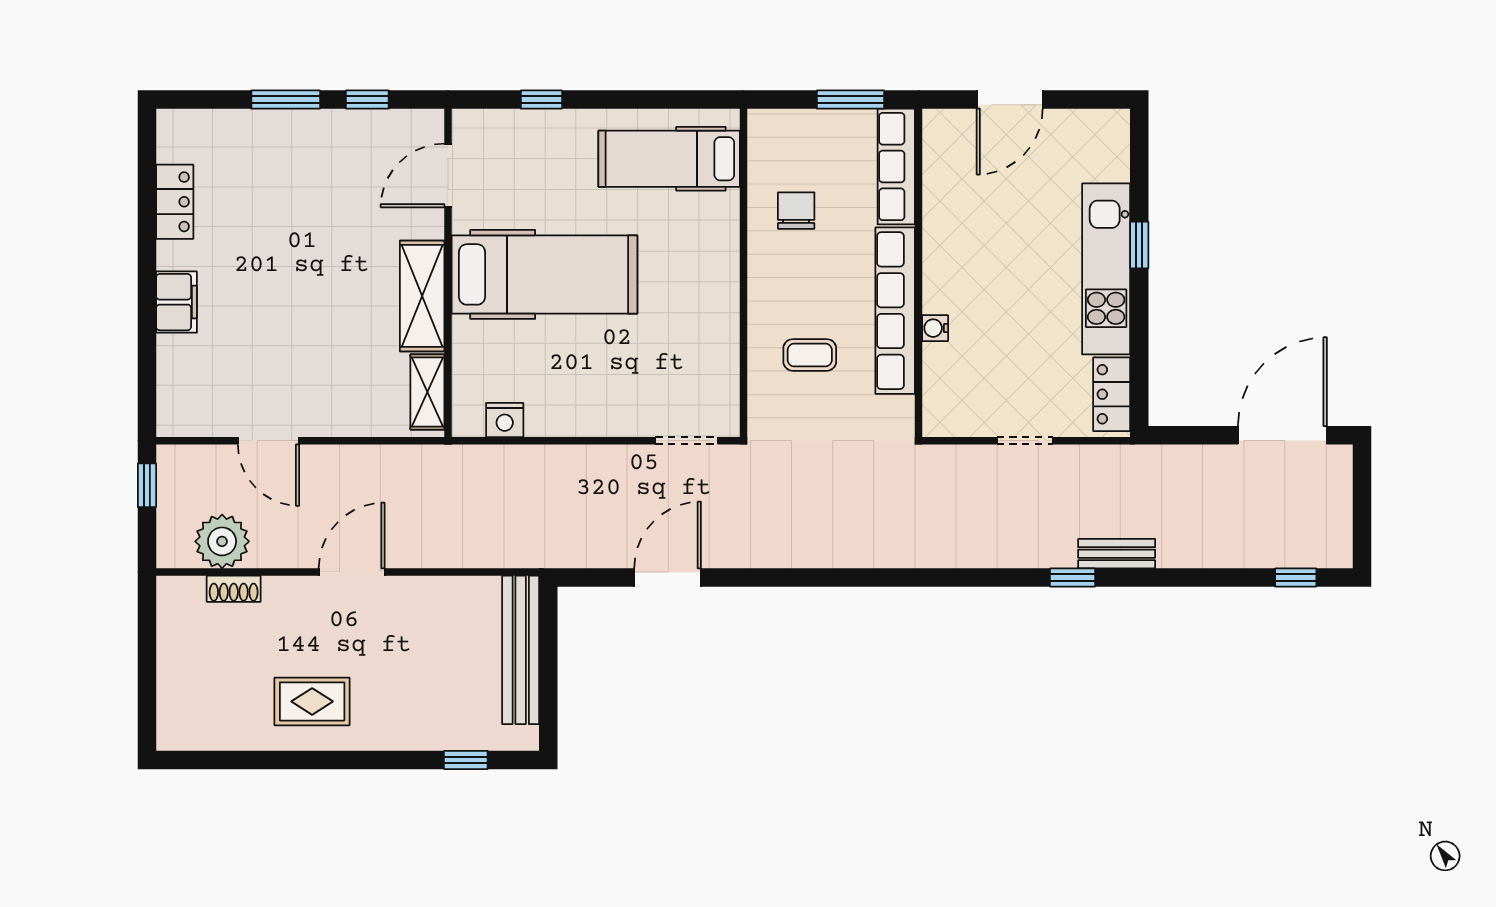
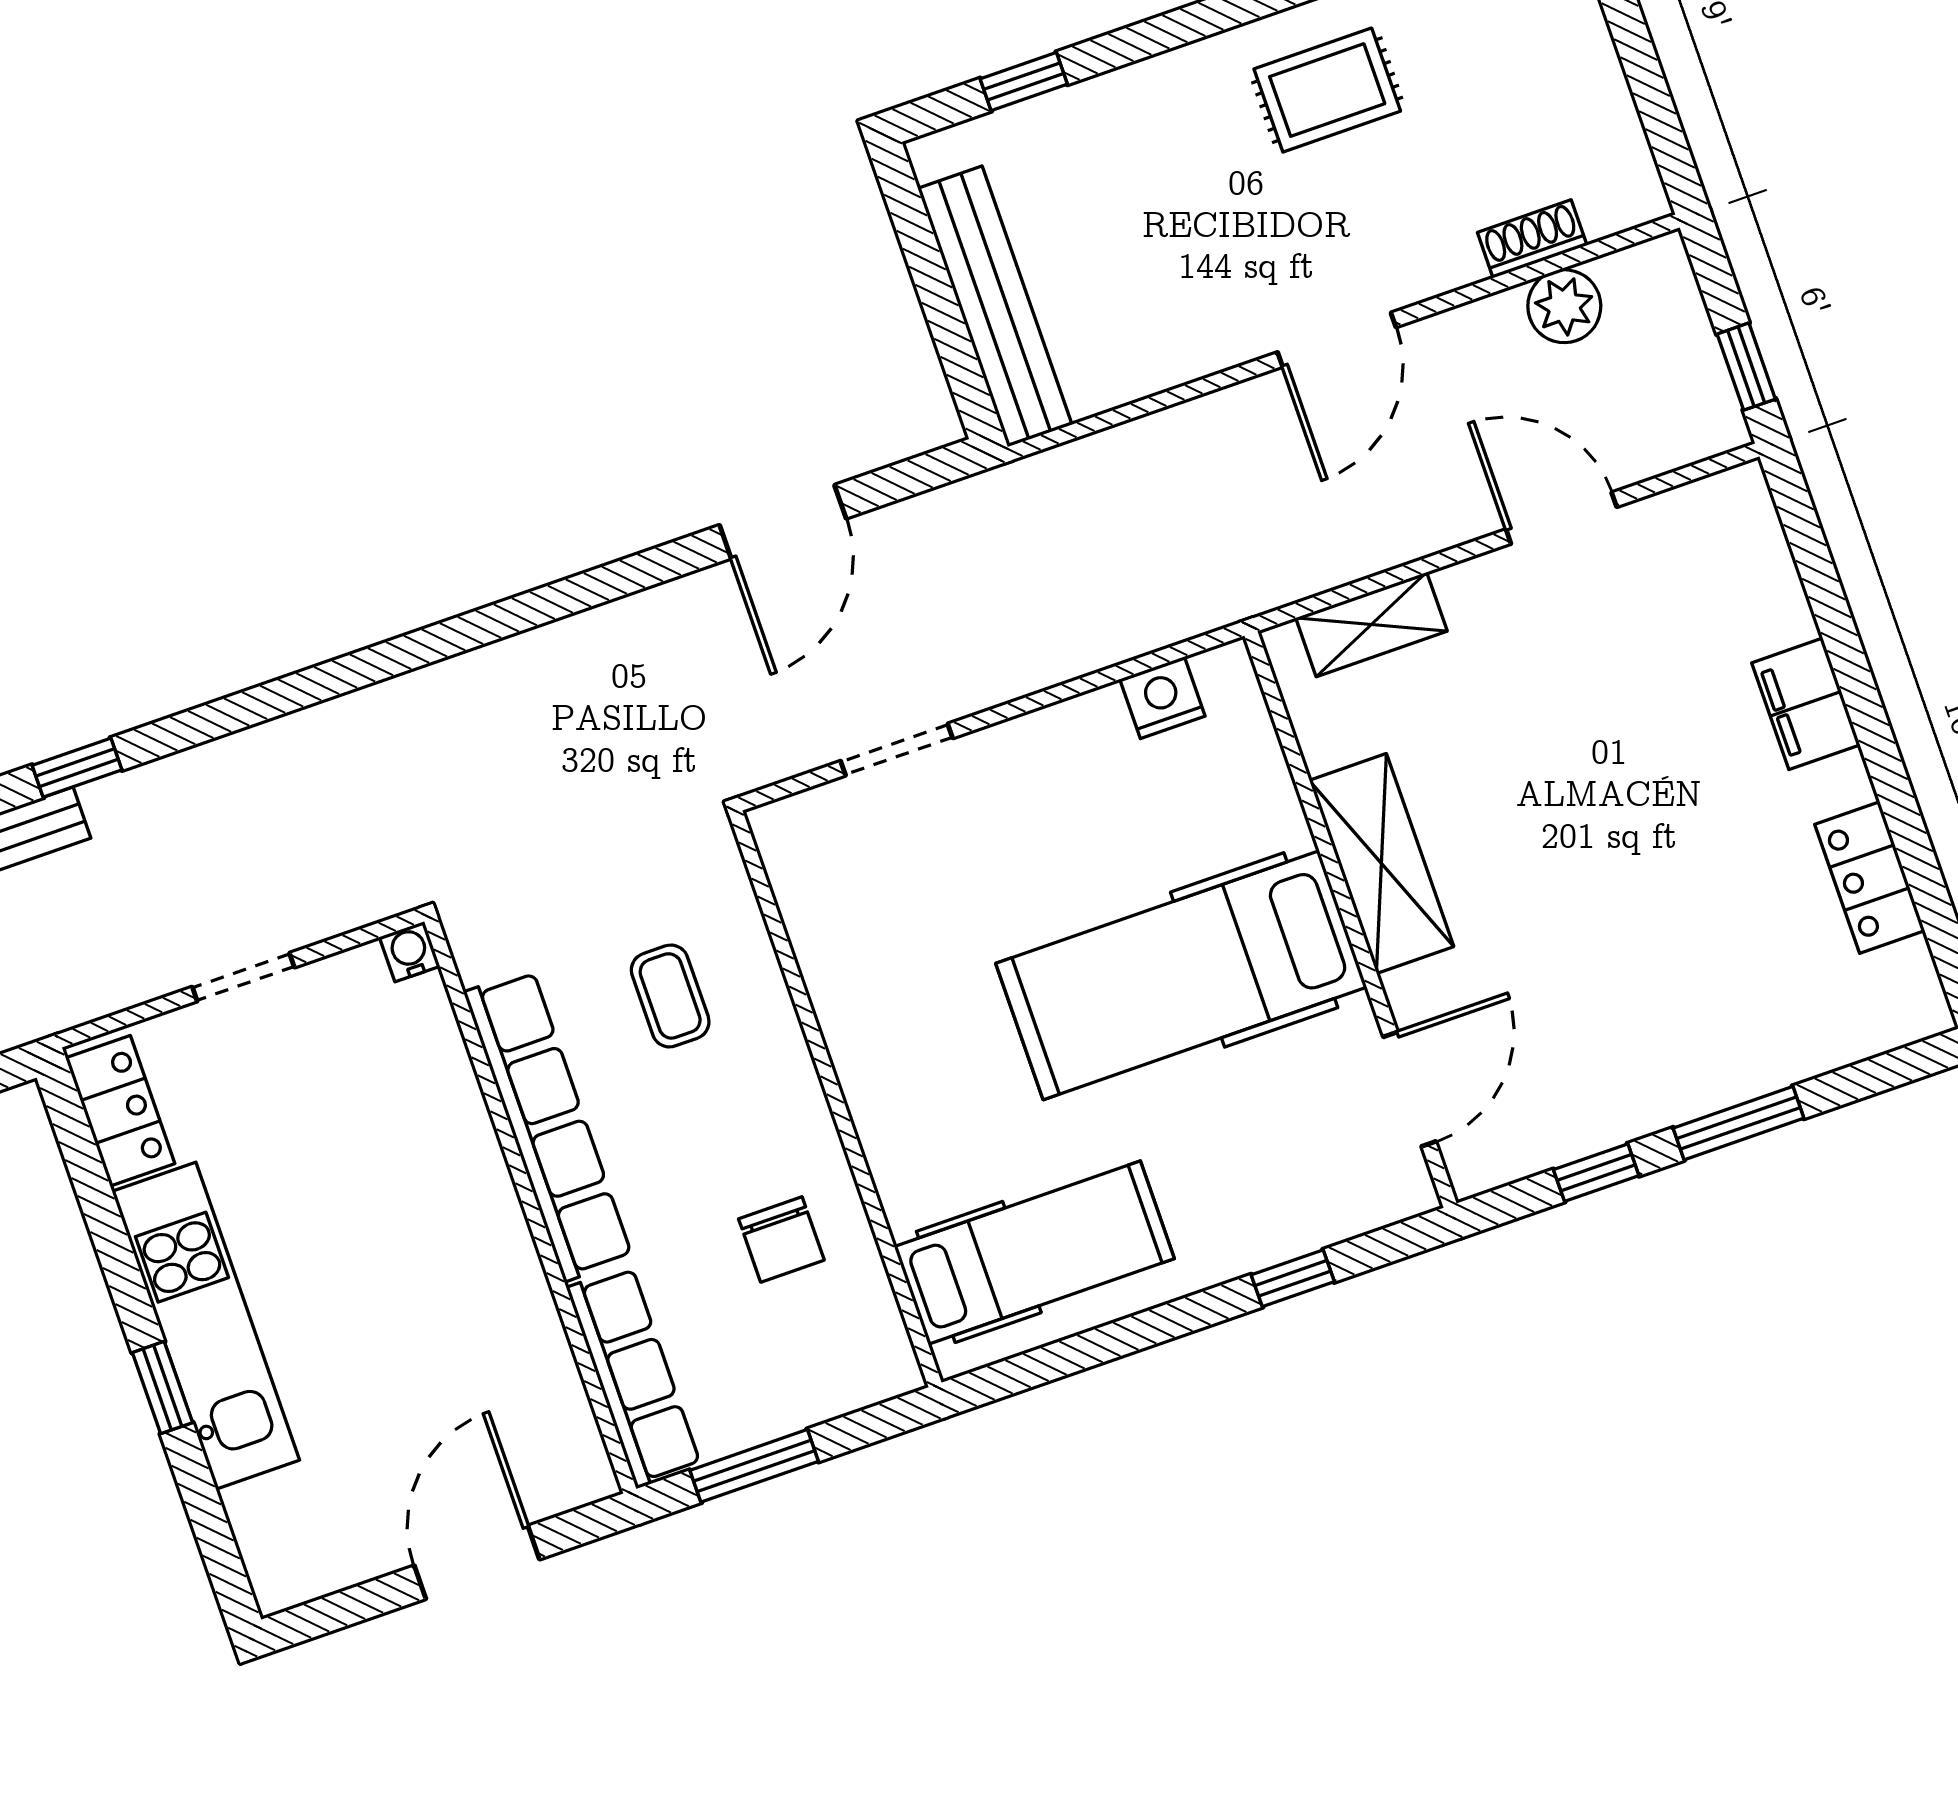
water cooler: (935, 328) -> (410, 952), moved, turned -90
coffee table: (810, 355) -> (670, 996), turned 90
shelving: (427, 392) -> (1371, 624), moved, turned 90
doorway: (687, 441) -> (897, 750), moved
plant: (222, 541) -> (1564, 306), width x0.73, depth x0.73

